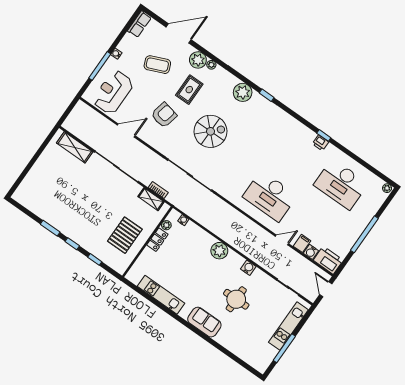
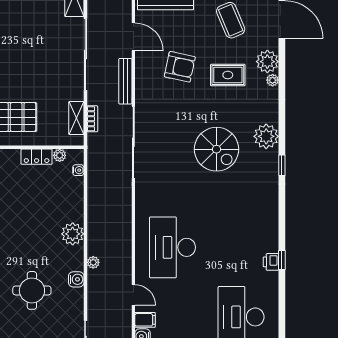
spiral stairs: (210, 131) -> (217, 149), moved
bench: (150, 154) -> (125, 81), added
plant: (245, 250) -> (93, 262), added

